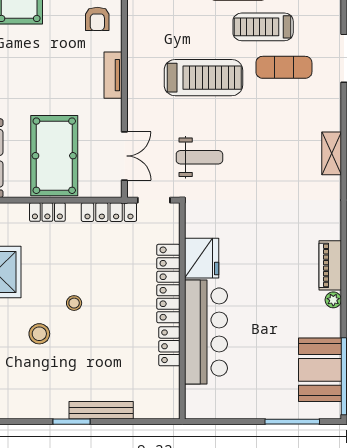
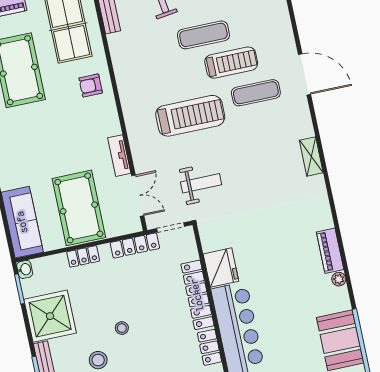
armchair: (97, 19) -> (91, 85), turned 90
treadmill: (263, 27) -> (231, 63), turned 180
tv unit: (113, 75) -> (119, 156), moved

